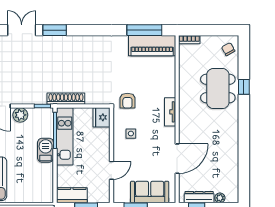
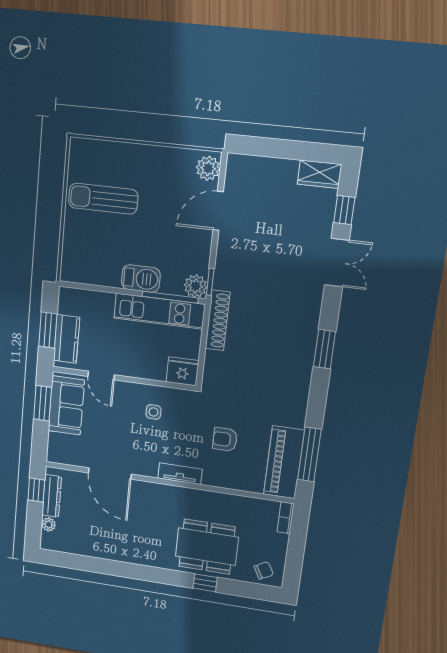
window: (55, 30) -> (324, 349), moved
armchair: (127, 101) -> (225, 439), moved
plant: (20, 115) -> (196, 286), moved
sofa: (150, 192) -> (66, 405), moved
kitchen counter: (72, 195) -> (66, 339), moved

